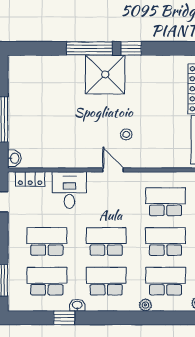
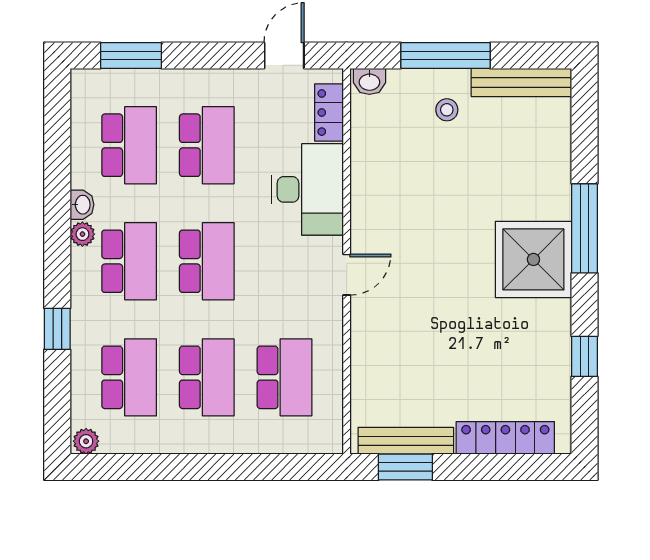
window: (131, 48) -> (584, 356), moved
bench: (15, 81) -> (521, 82), added
stool: (126, 134) -> (447, 110), moved
desk: (69, 190) -> (307, 189), width x1.37
plant: (145, 305) -> (82, 234), moved
window: (64, 318) -> (57, 329), moved

